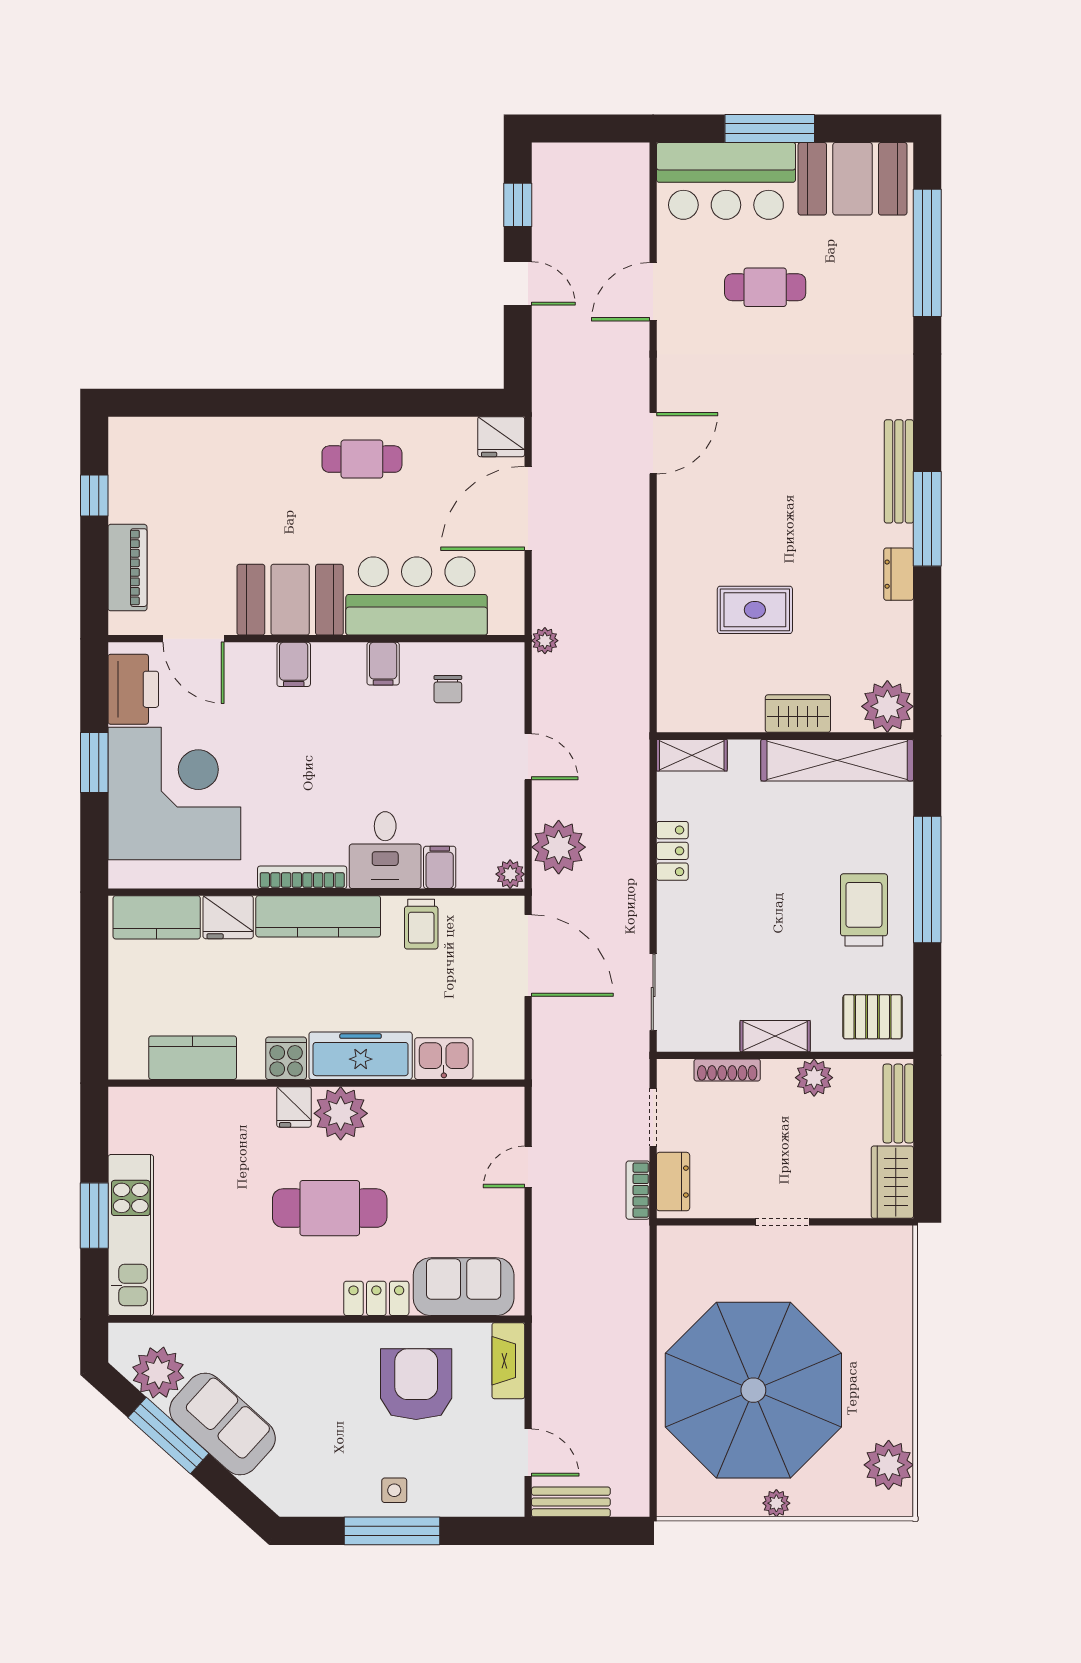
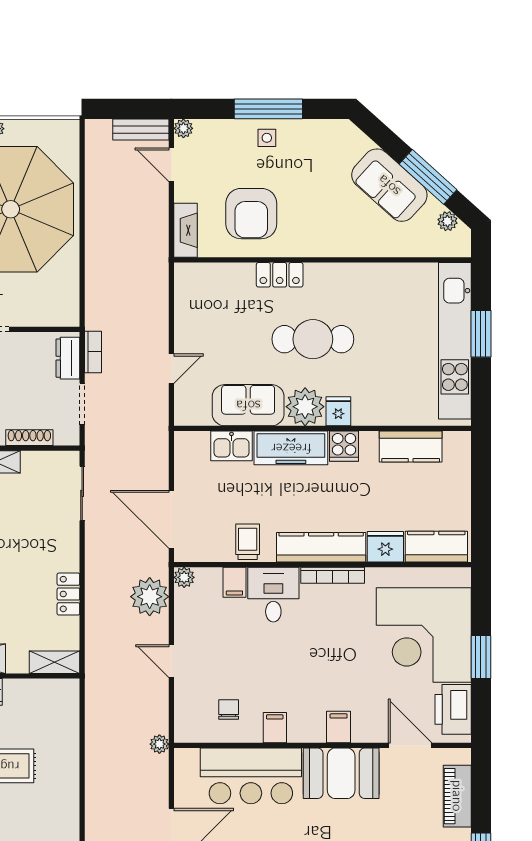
kitchen unit: (131, 1235) -> (455, 341), width x1.36
sofa: (464, 1287) -> (248, 405), moved, turned 180
plant: (158, 1373) -> (447, 221), width x0.53, depth x0.53
plant: (511, 1504) -> (183, 128), added

